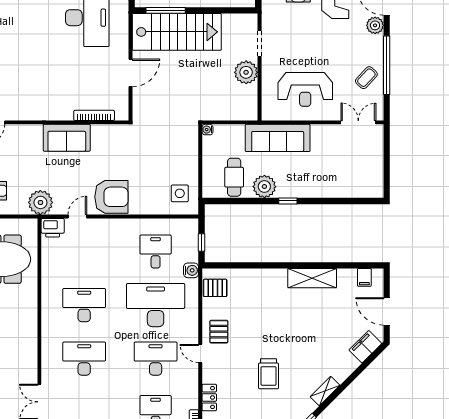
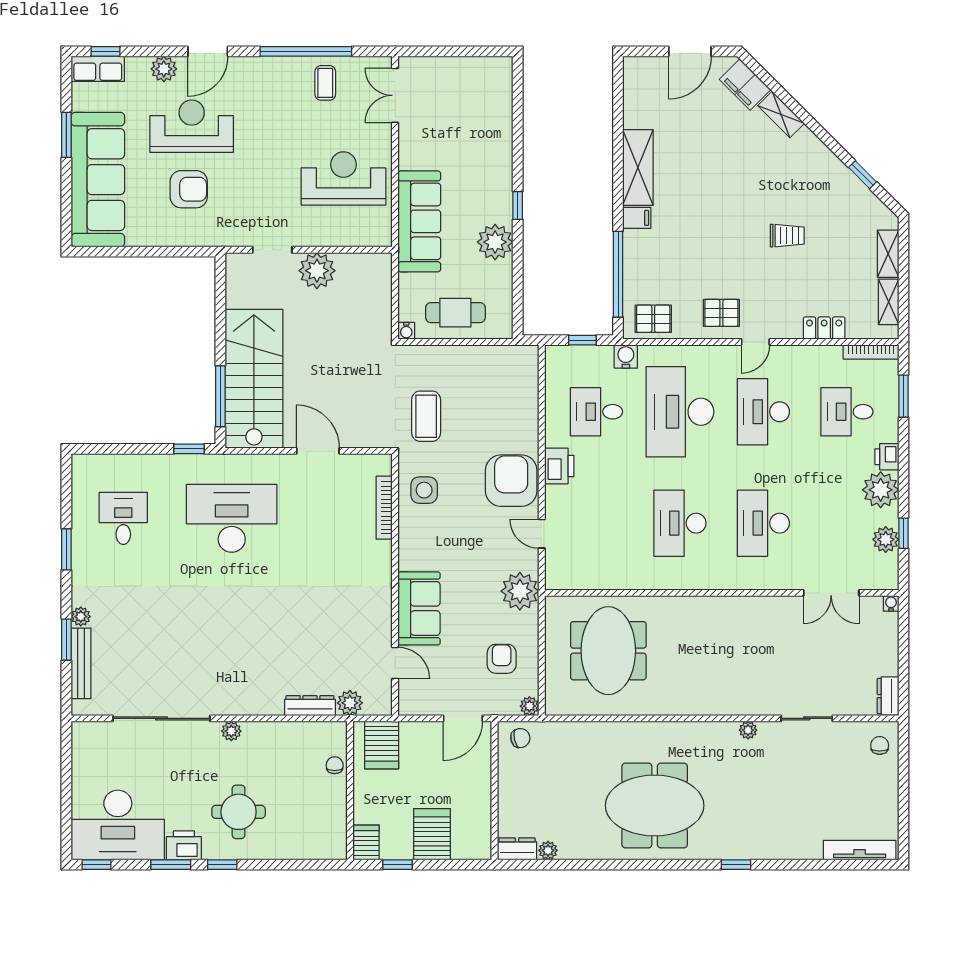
plant: (375, 25) -> (244, 69), removed
coffee table: (366, 78) -> (325, 83), turned 47
reception desk: (305, 89) -> (343, 178), turned -90
sofa: (67, 138) -> (419, 608), moved
coffee table: (153, 142) -> (426, 416), added
cafe table: (234, 177) -> (455, 313), moved
side table: (180, 193) -> (424, 490), moved
printer: (53, 228) -> (559, 466), moved
window: (244, 265) -> (618, 274), added
filing cabinet: (364, 277) -> (637, 218), moved
pallet: (215, 288) -> (653, 319), turned 90
trolley: (269, 374) -> (787, 236), width x0.73, depth x0.72
shelving: (325, 391) -> (781, 114), moved

